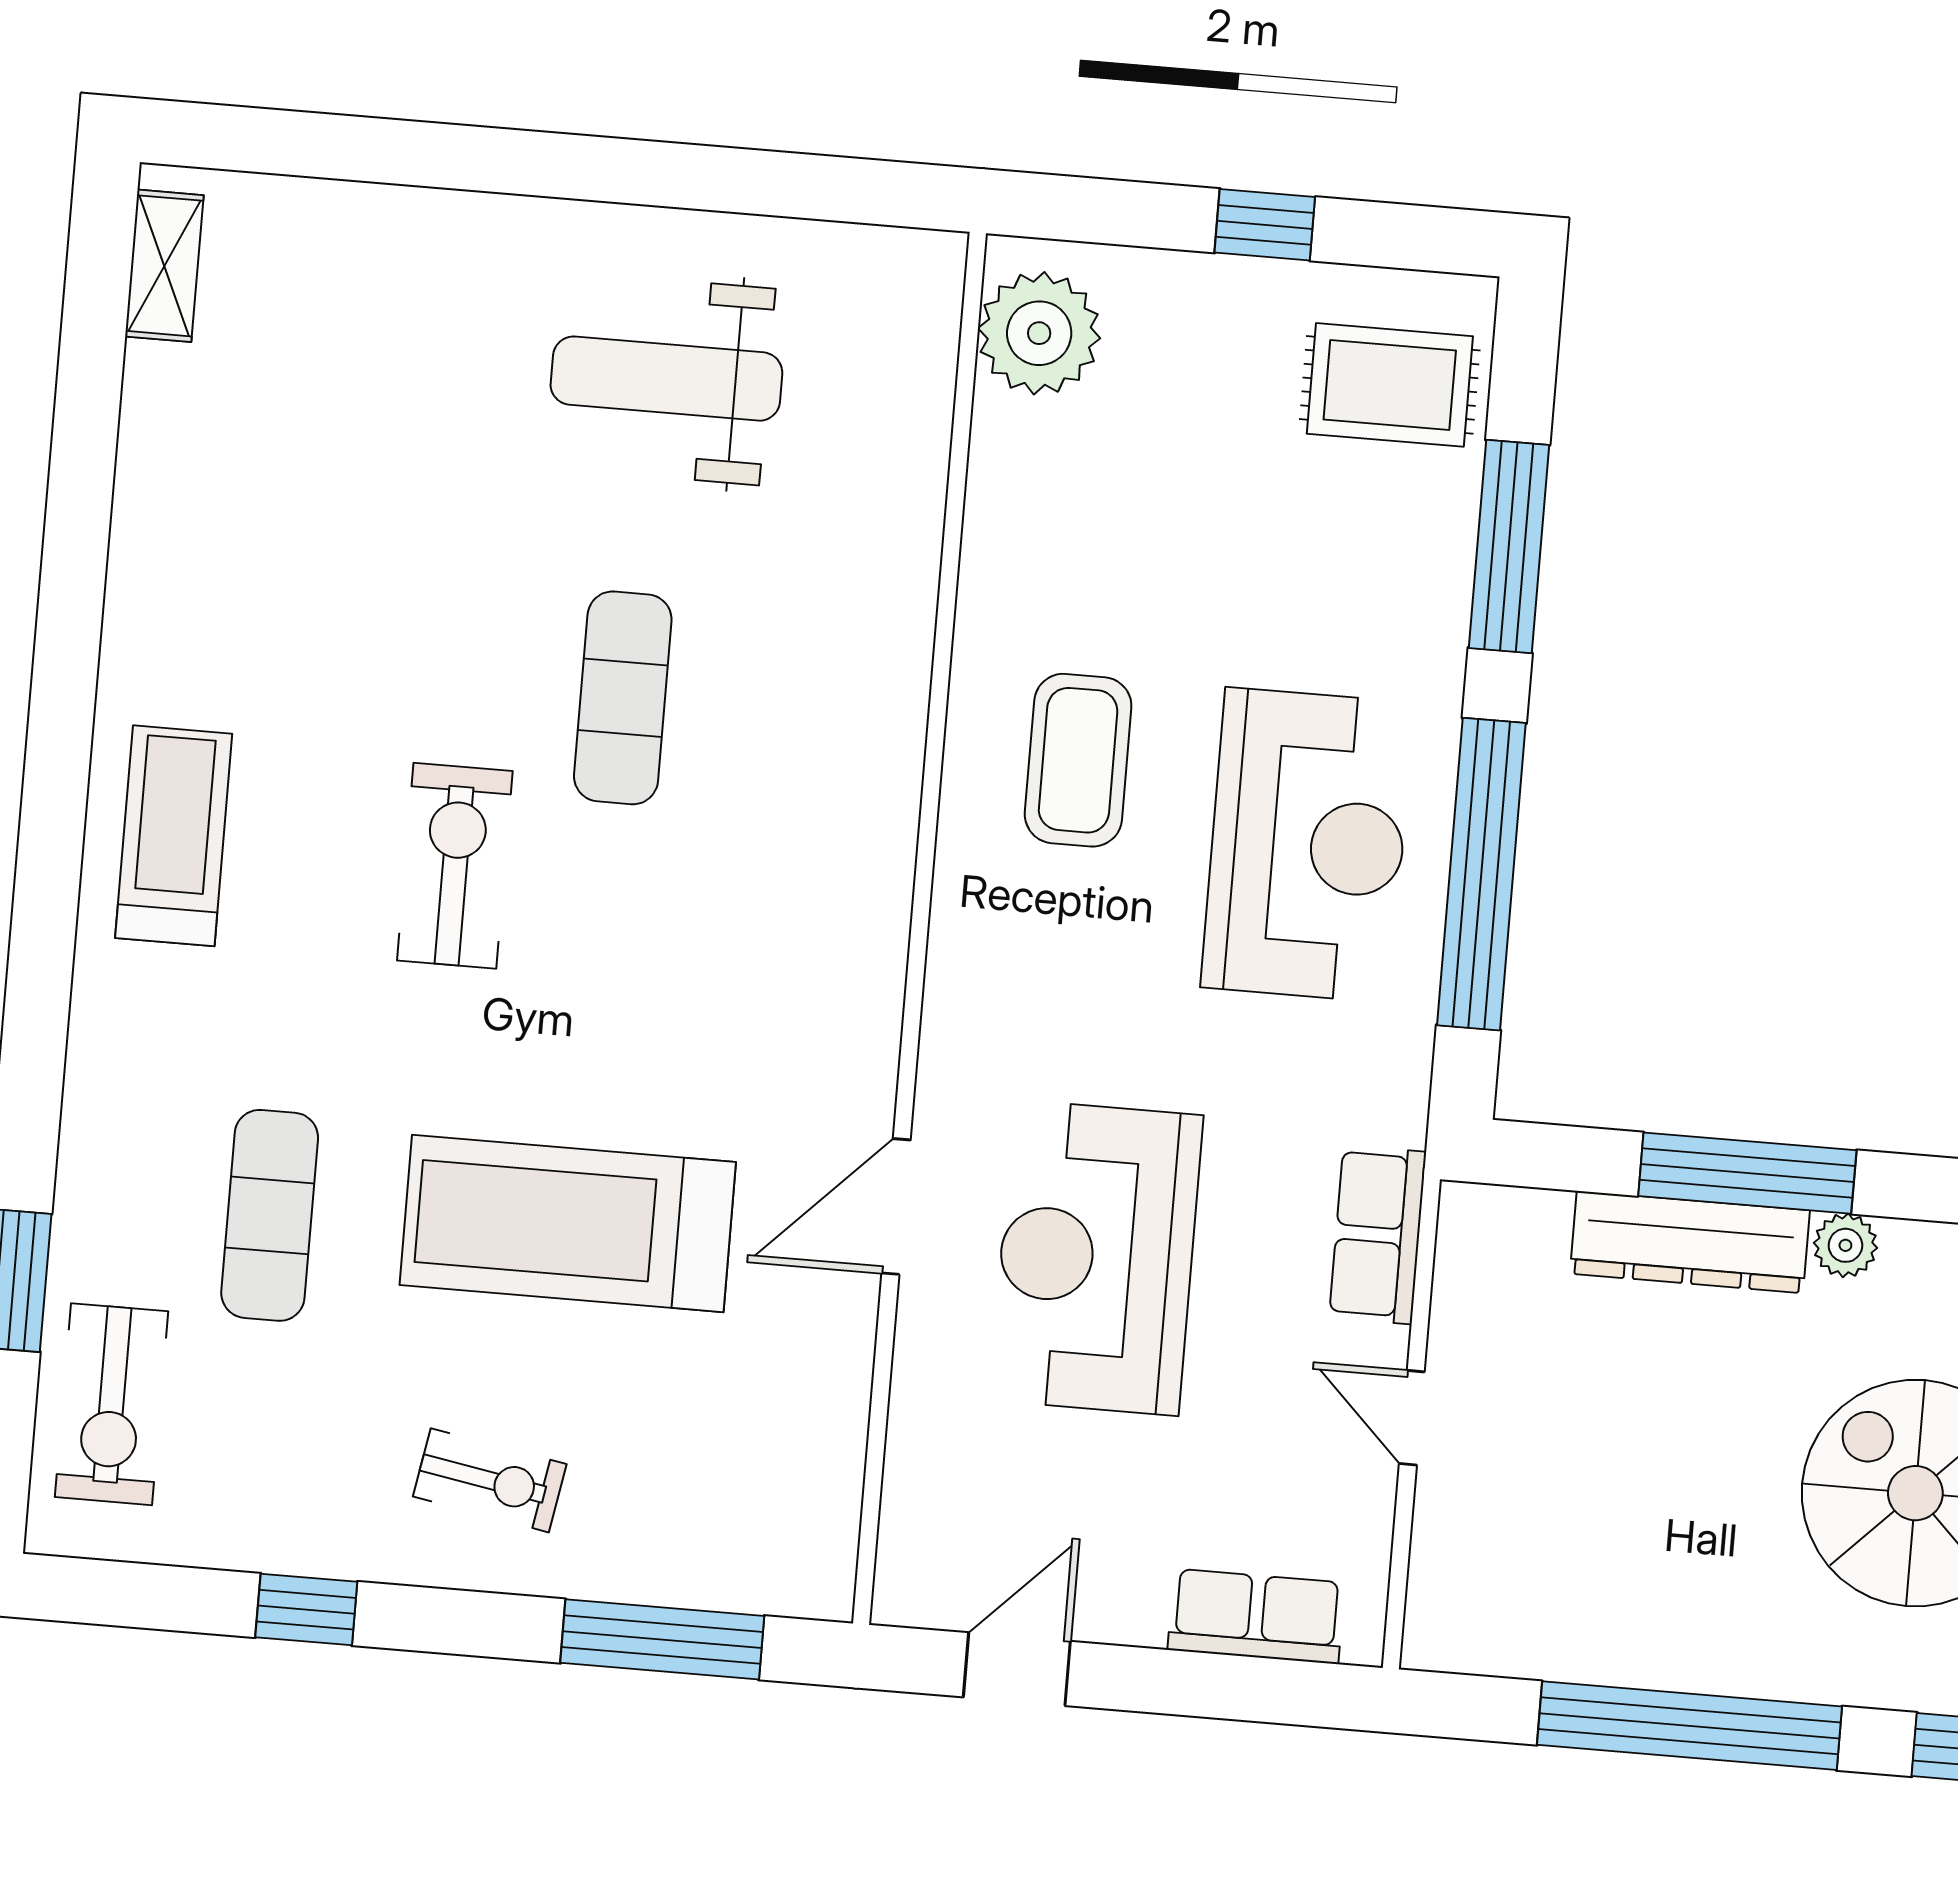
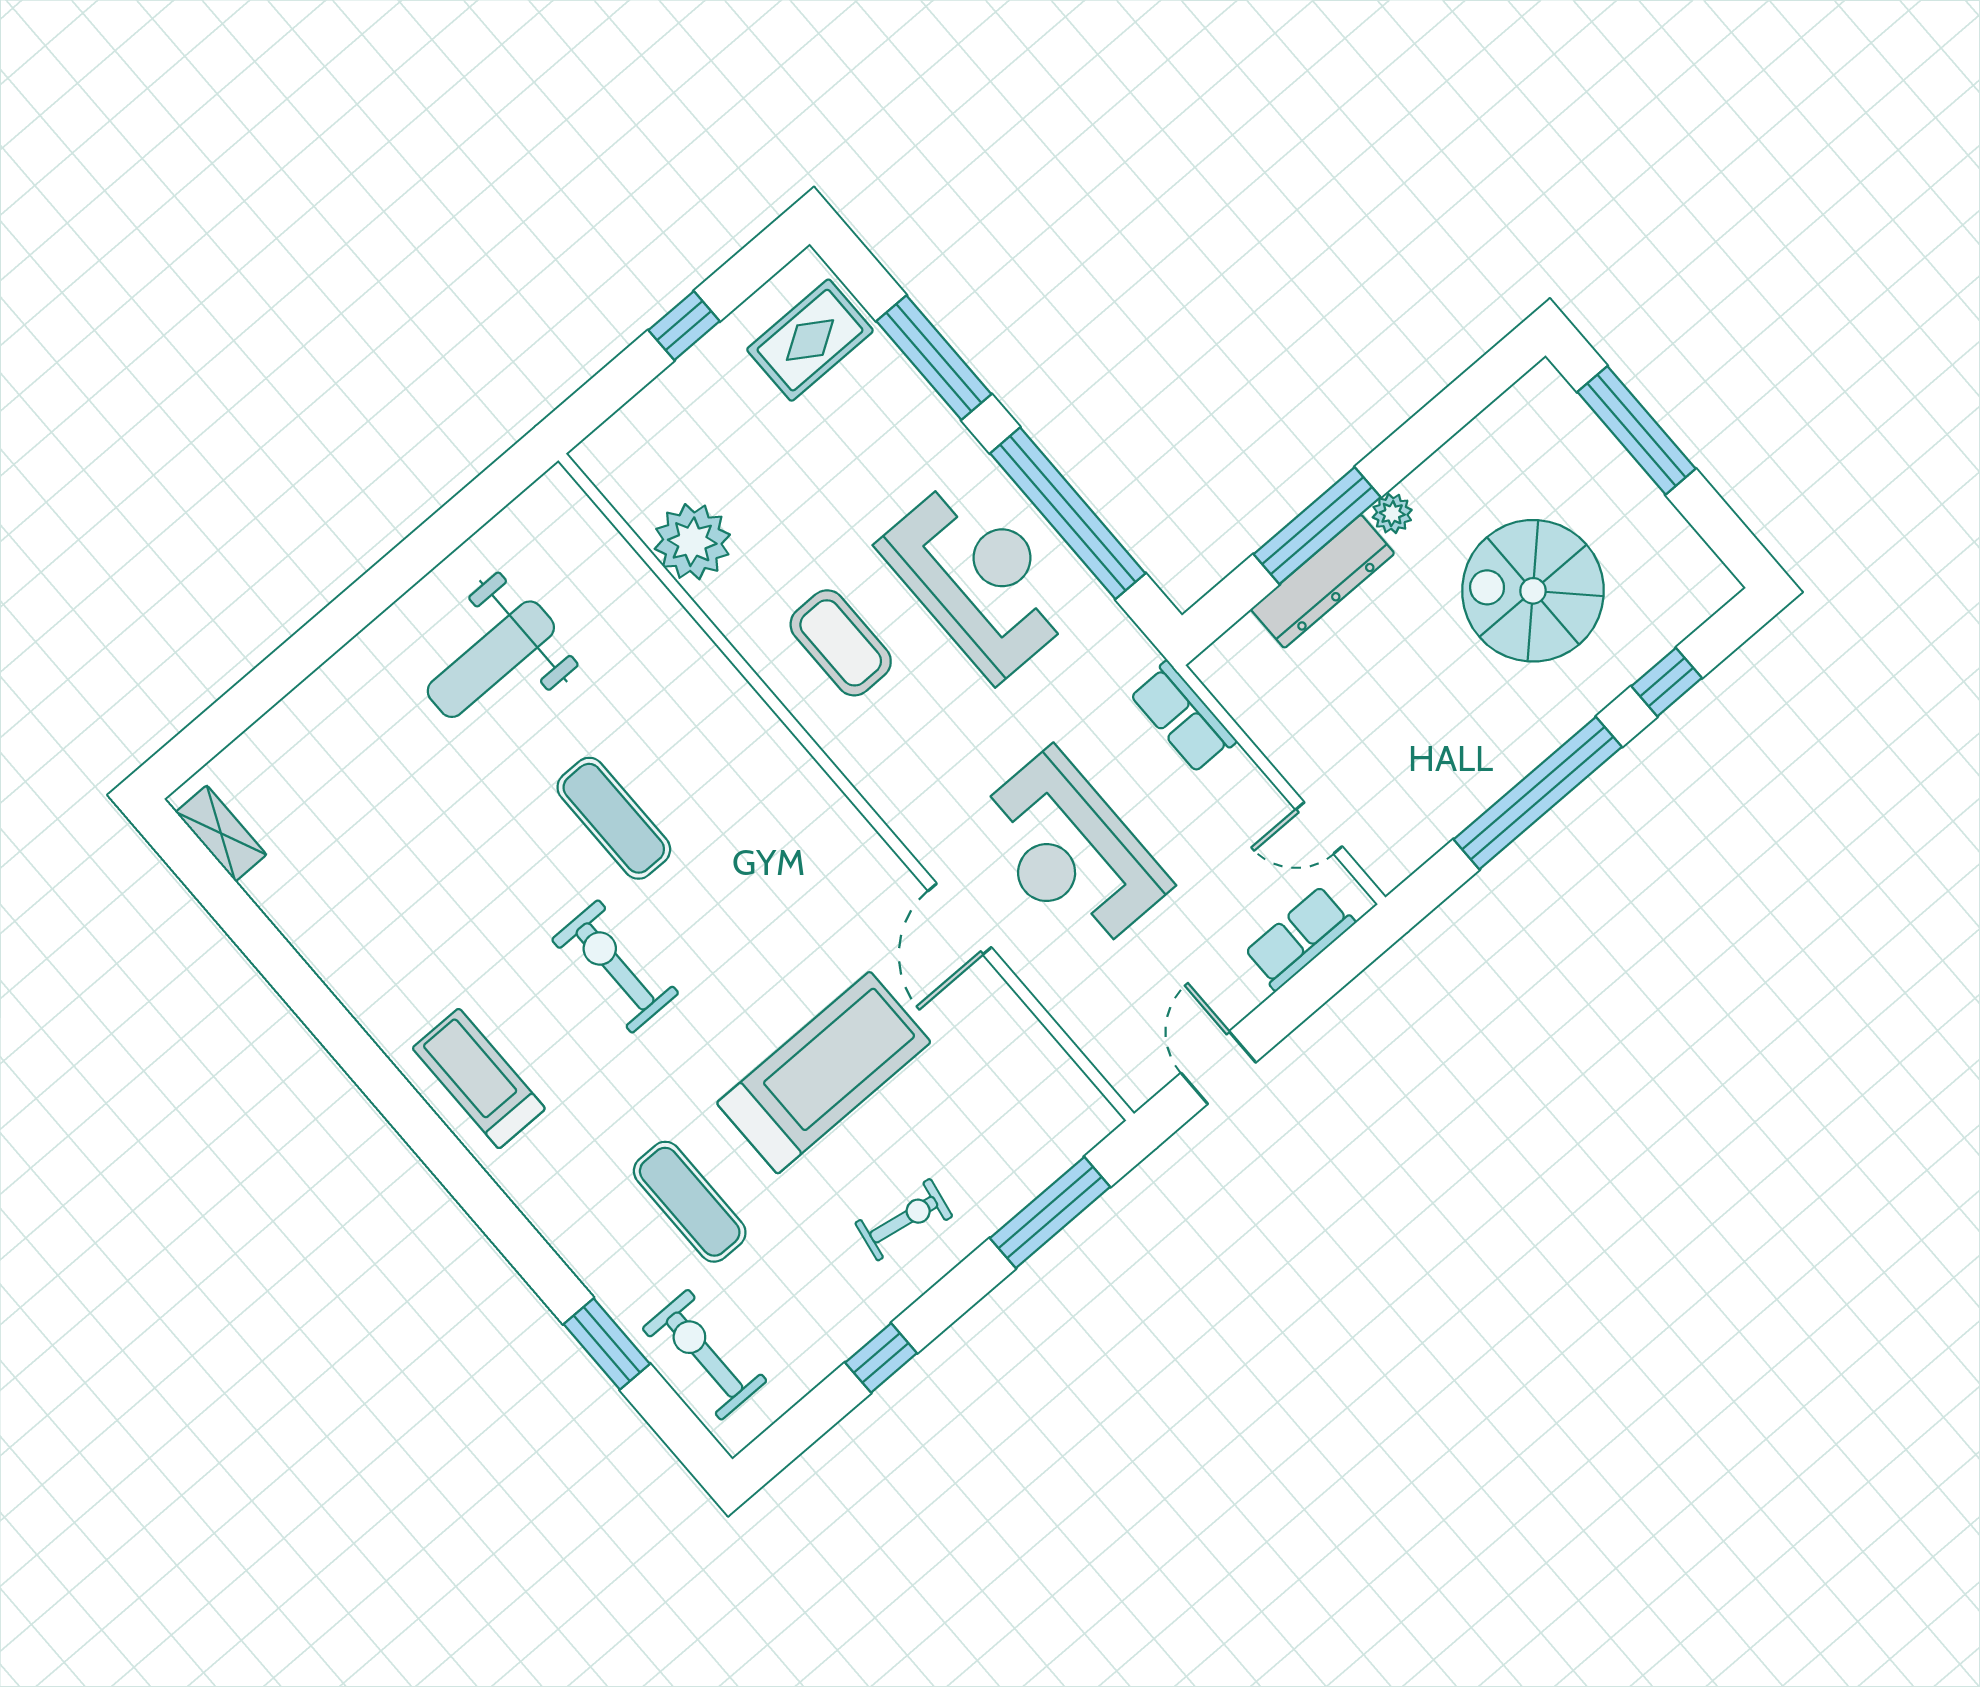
plant: (1039, 333) -> (692, 542), moved
treadmill: (568, 1224) -> (824, 1073), turned 180
exercise bike: (111, 1404) -> (705, 1355), turned 180
door: (1412, 1418) -> (1319, 828), moved

